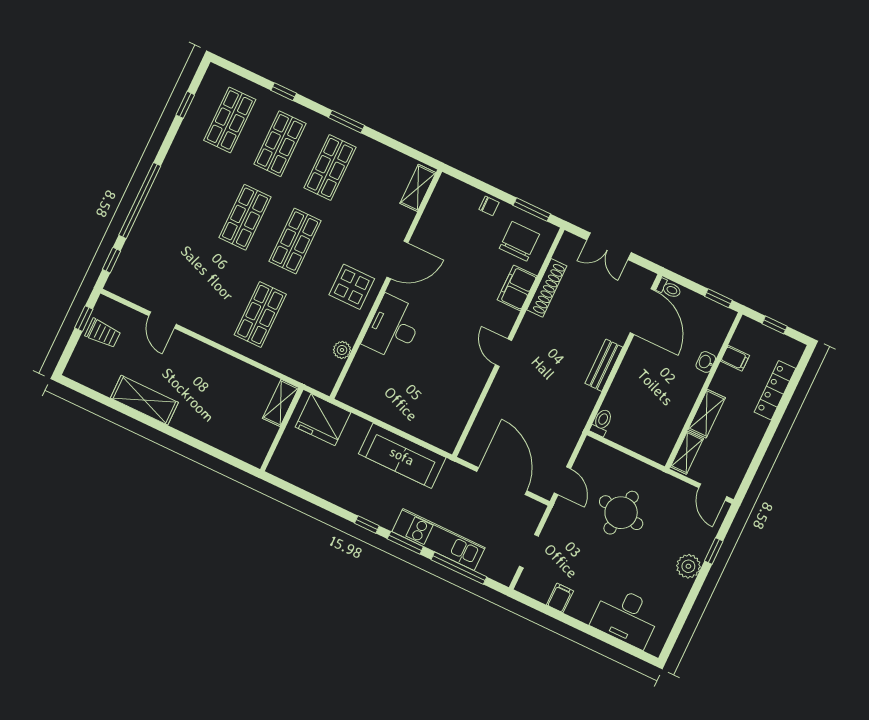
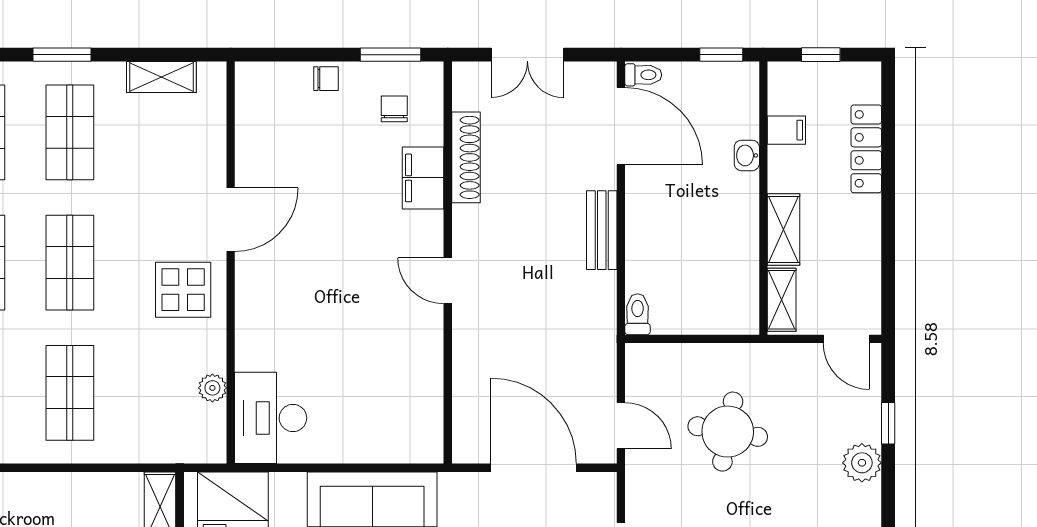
shelving: (418, 188) -> (161, 77), moved, turned 90
chair: (519, 241) -> (394, 109), width x0.54, depth x0.54
desk: (393, 328) -> (271, 418), moved

